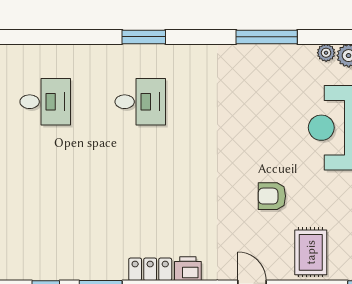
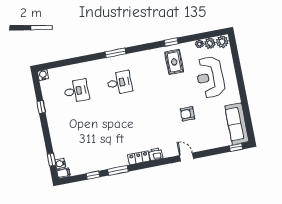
window: (267, 37) -> (171, 42), width x0.46
rug: (311, 252) -> (174, 62), moved

